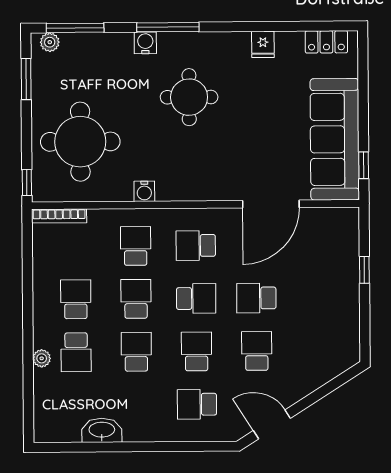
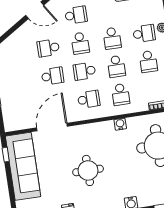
round table: (189, 97) -> (88, 170), moved
school desk: (257, 351) -> (48, 48), turned 90
school desk: (76, 352) -> (144, 33), turned 90

